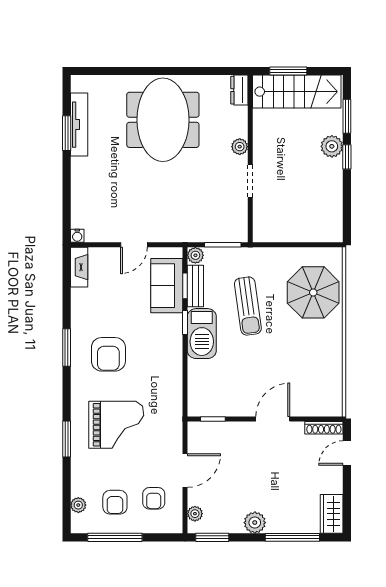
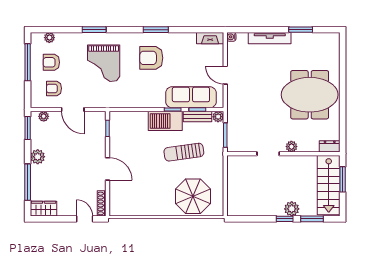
tv unit: (79, 125) -> (270, 38), moved
sofa: (167, 286) -> (191, 97), width x1.36

